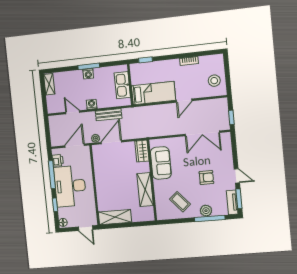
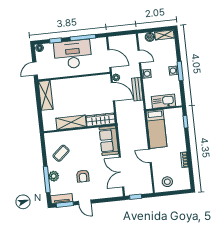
boiler: (51, 100) -> (150, 37), added
door: (73, 112) -> (139, 56), hinge flipped
wardrobe: (142, 151) -> (101, 120), width x1.50
printer: (58, 160) -> (96, 43), removed
sofa: (161, 163) -> (109, 141), moved, turned 90
door: (237, 176) -> (85, 202), hinge flipped

